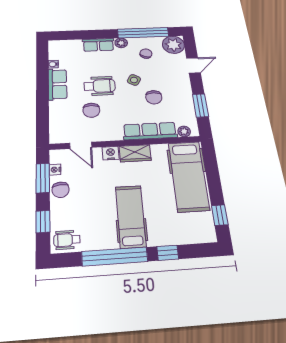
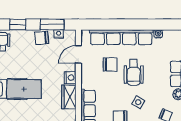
row of seats: (58, 84) -> (121, 37), width x2.02
chair: (91, 110) -> (110, 64), turned 180

